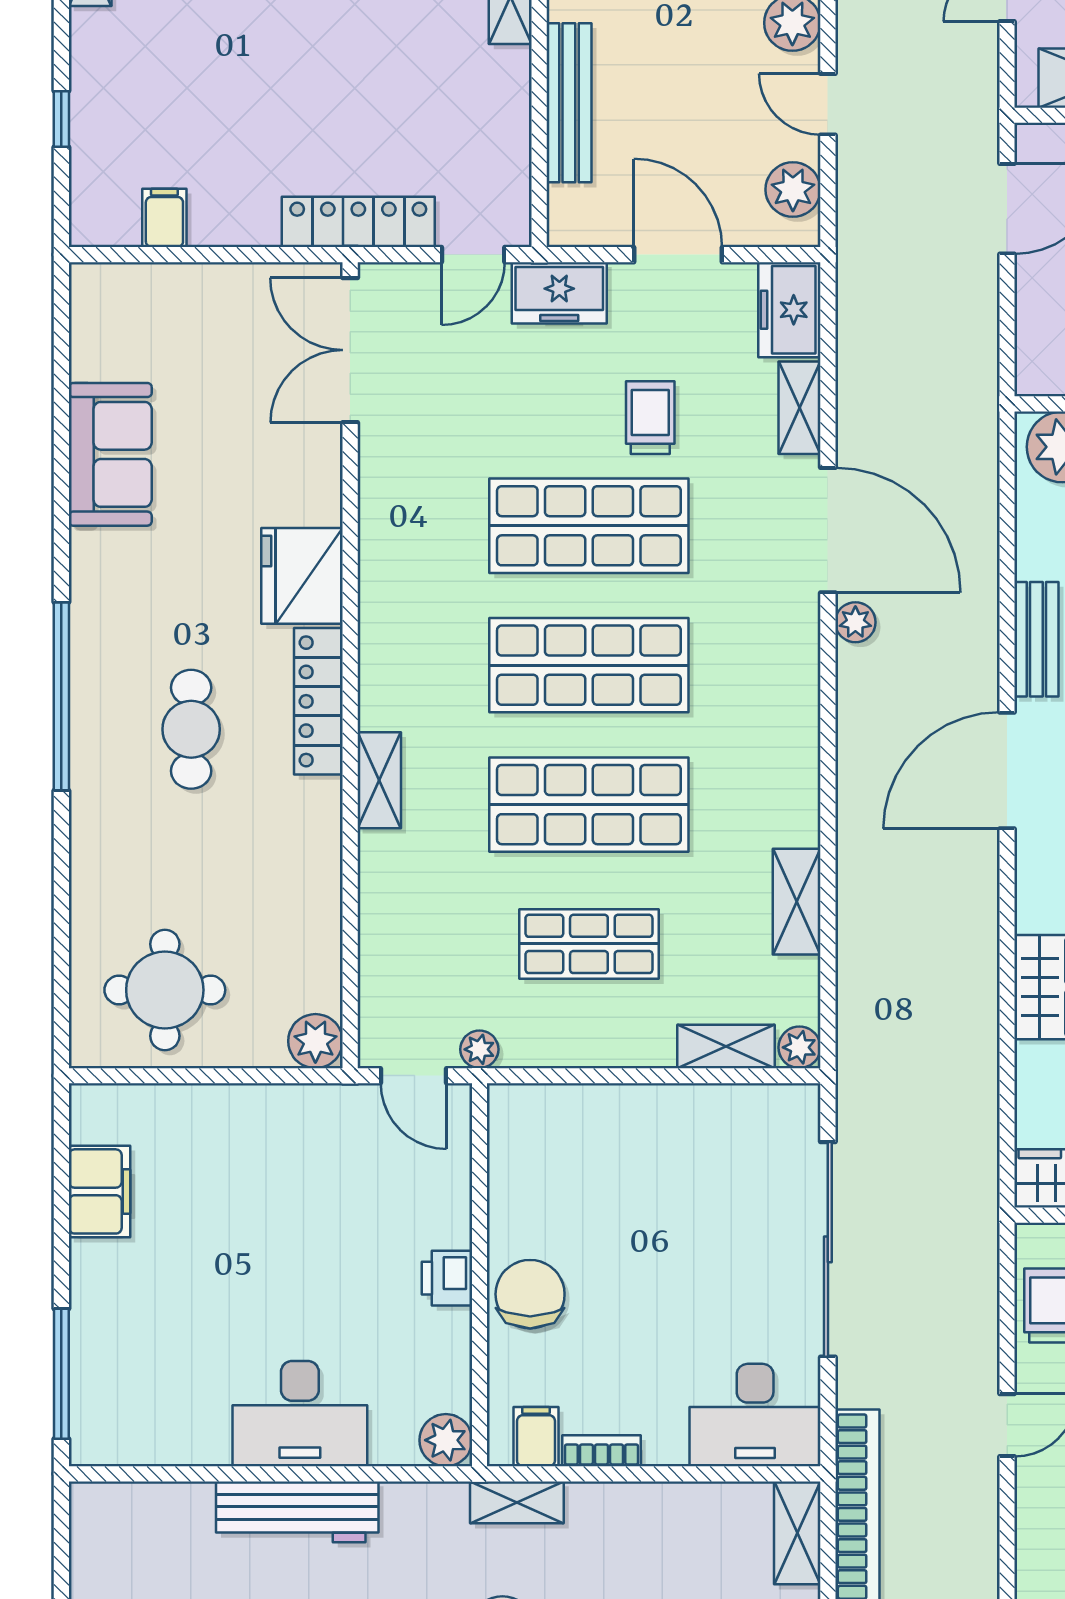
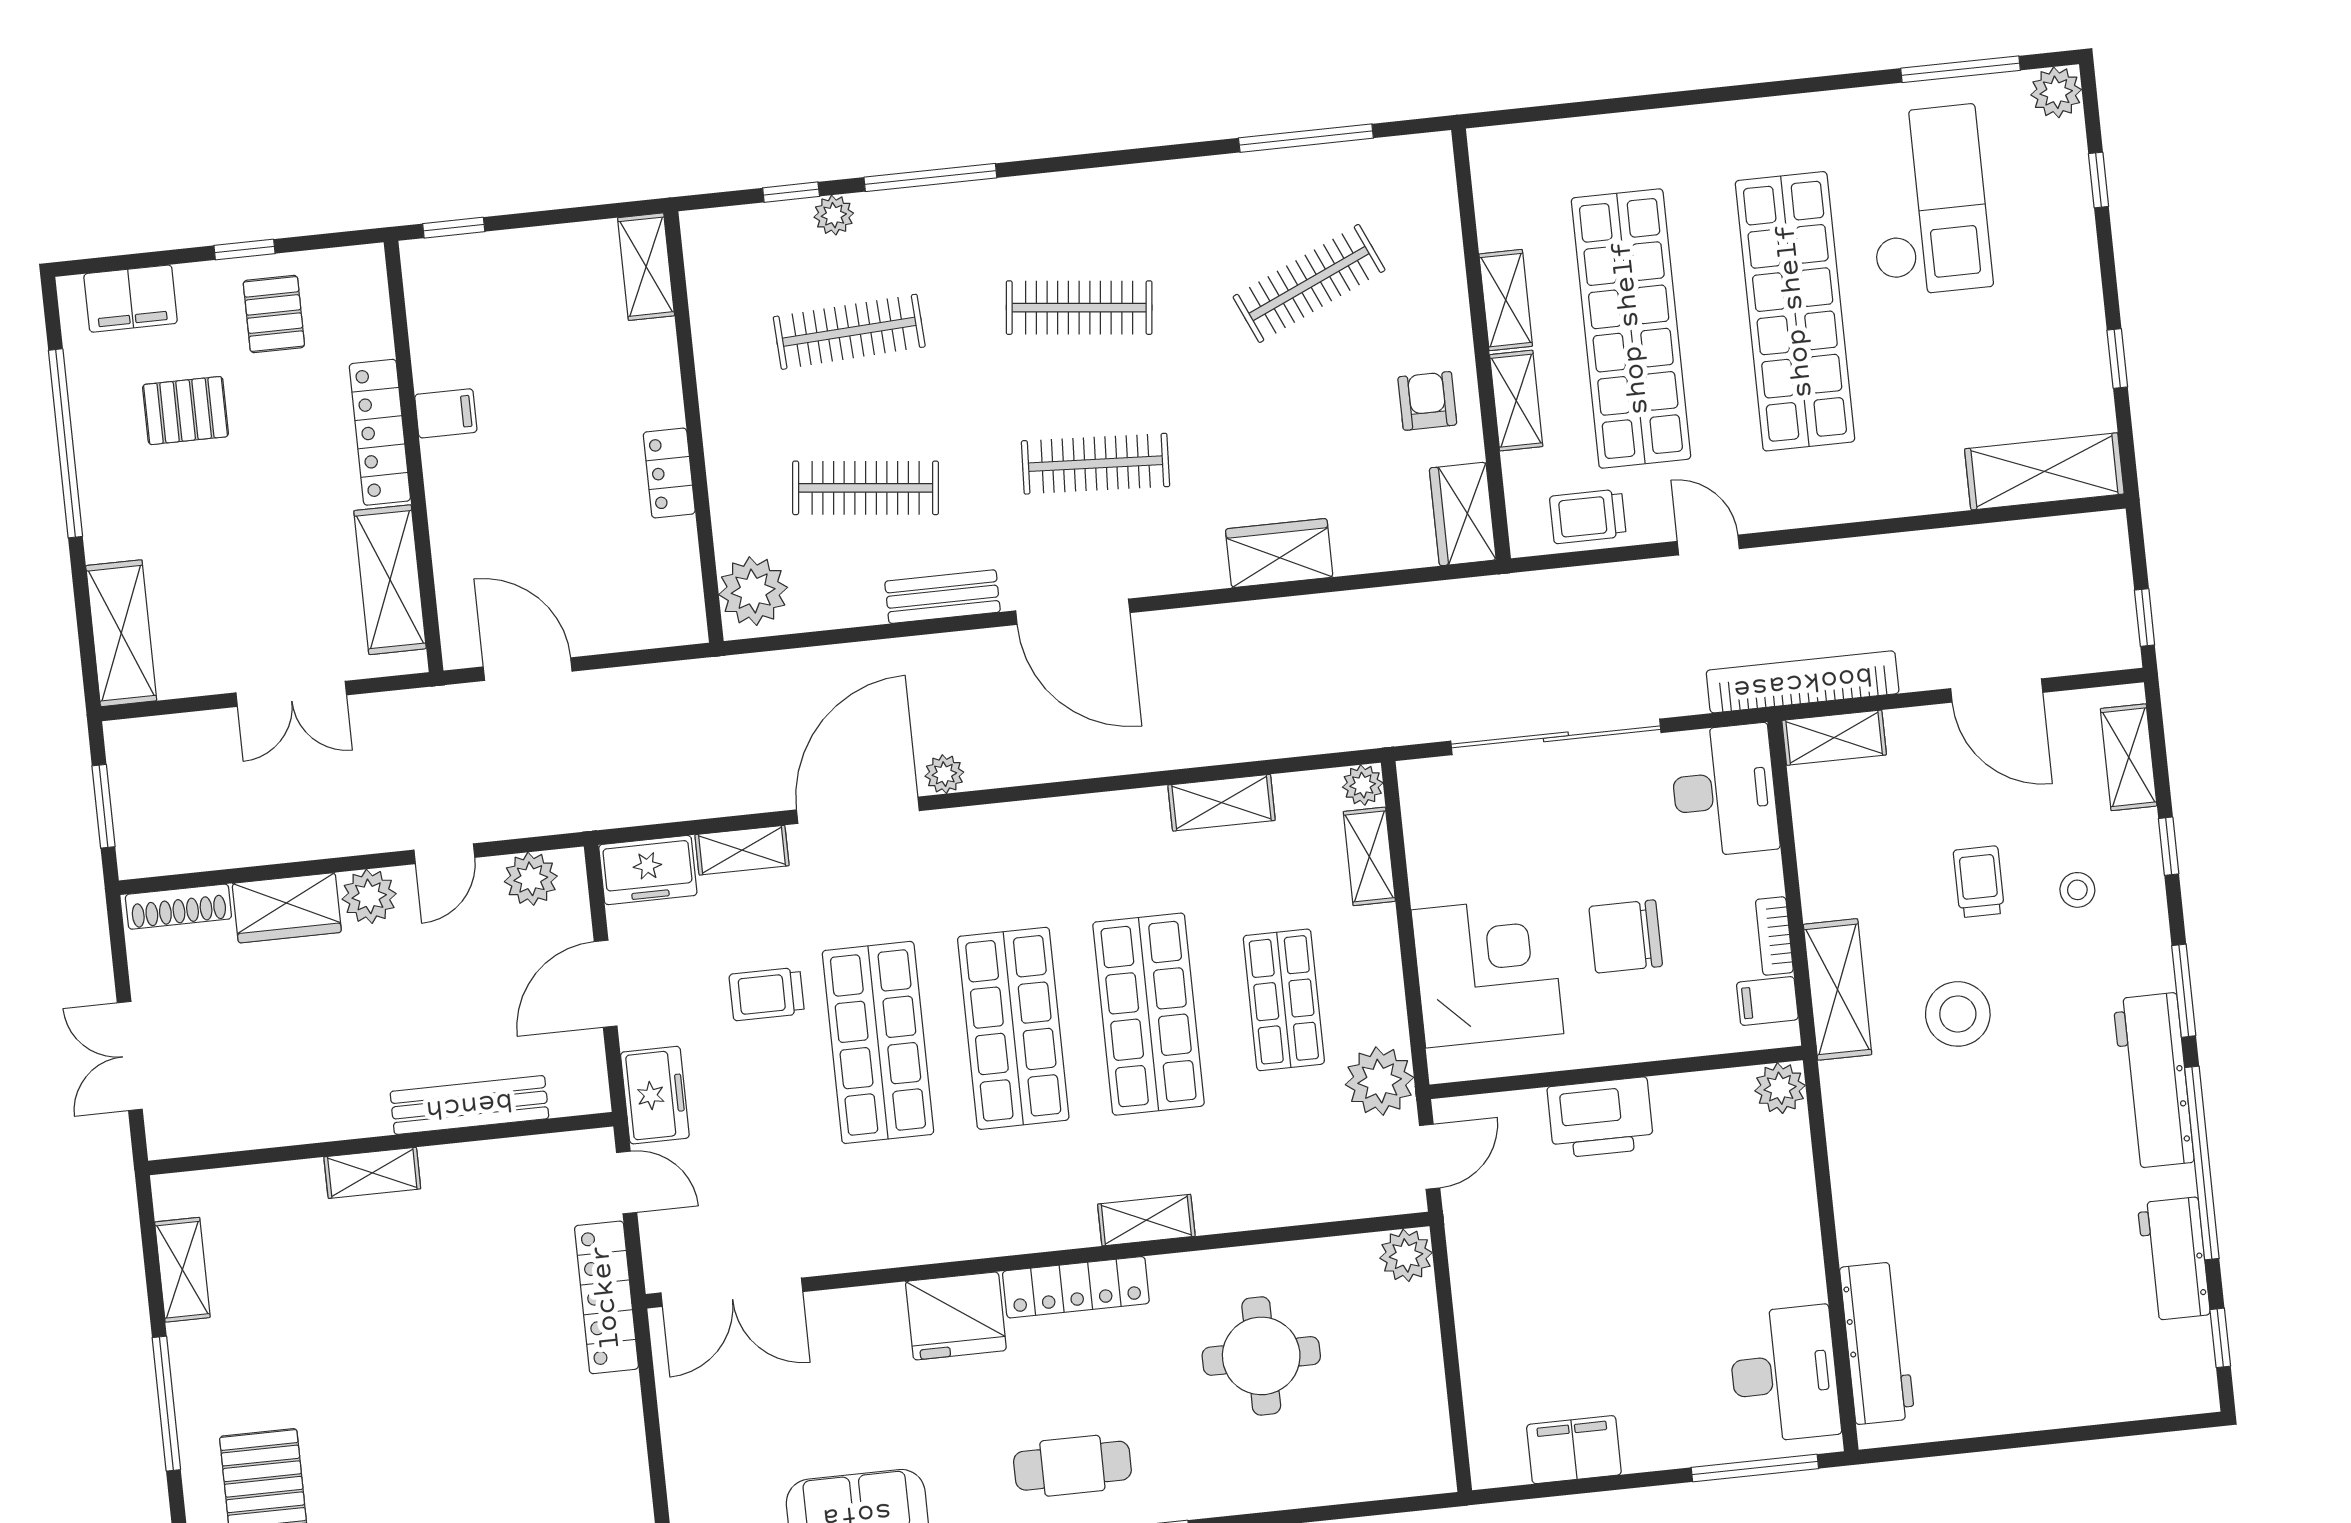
filing cabinet: (164, 218) -> (622, 1486), removed
cafe table: (191, 729) -> (1072, 1466), moved
round table: (165, 990) -> (1261, 1356), moved
plant: (479, 1049) -> (1380, 1081), width x1.88, depth x1.88
corner desk: (596, 1154) -> (1487, 972), added
printer: (447, 1278) -> (1601, 1118), width x1.87, depth x1.48
chair: (530, 1294) -> (1626, 936), moved
desk: (300, 1414) -> (1784, 1374), moved
shelving: (517, 1502) -> (1838, 989), width x1.50, depth x1.33
workbench: (297, 1512) -> (1877, 1343), moved

